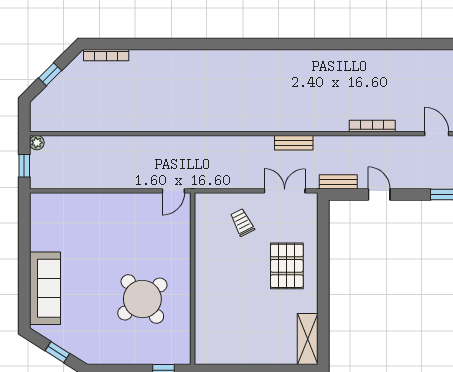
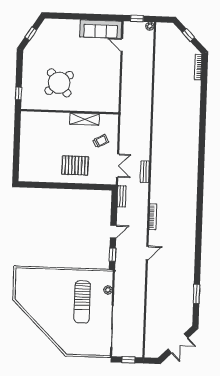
door: (173, 191) -> (122, 45), moved
door: (379, 194) -> (113, 232), moved
sofa: (45, 288) -> (101, 29), moved
shelving: (308, 339) -> (84, 119), moved

